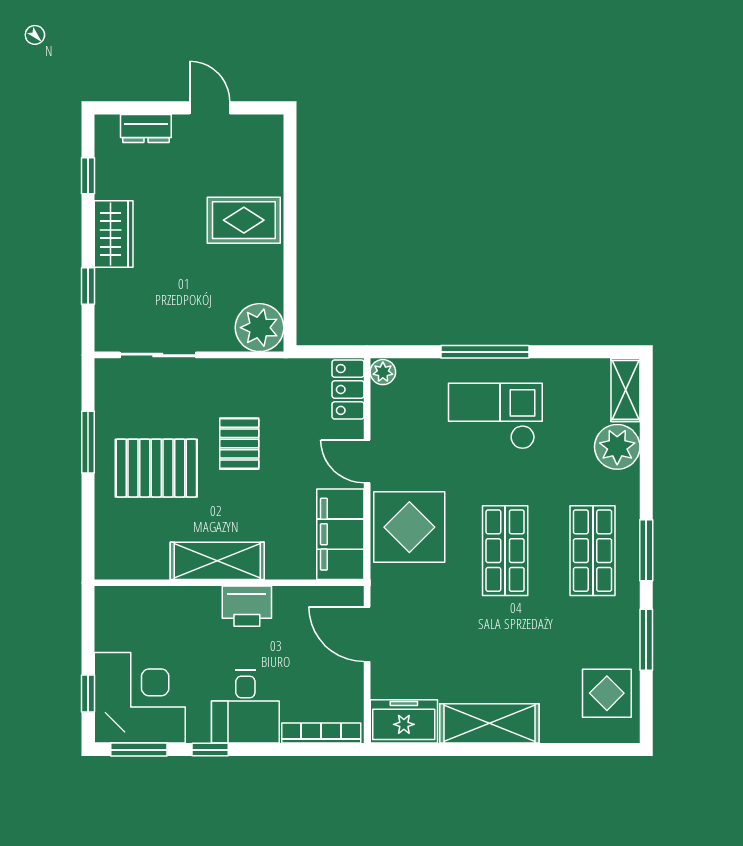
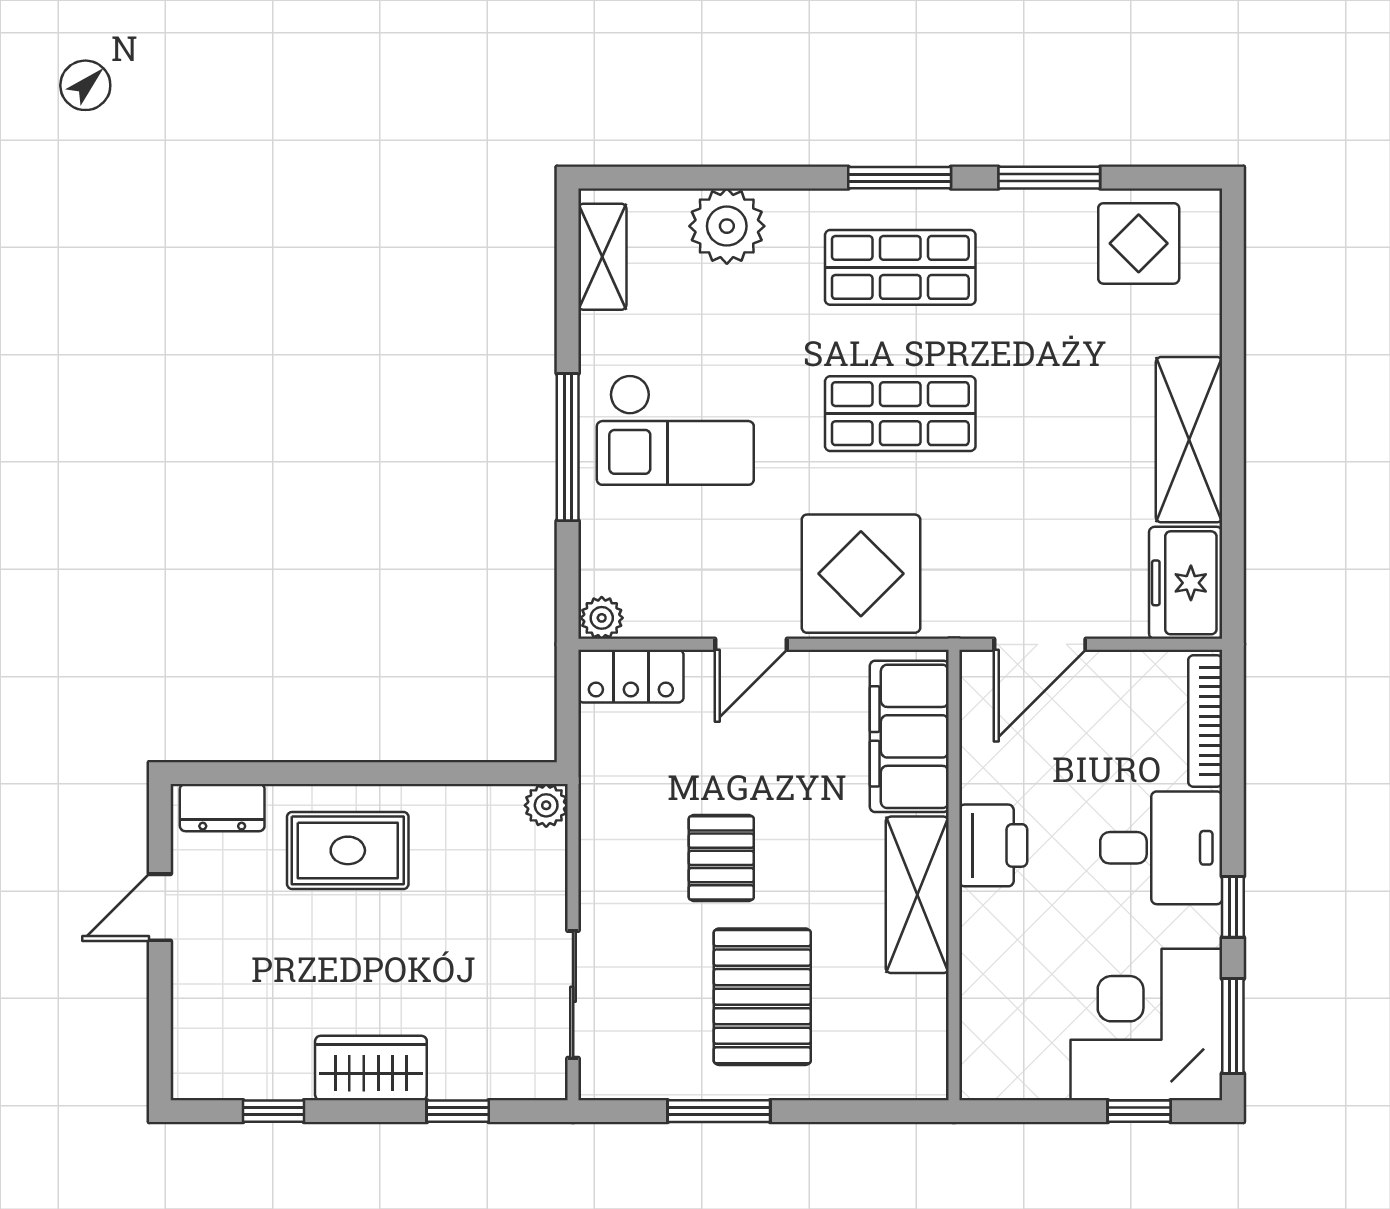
dresser: (146, 128) -> (222, 808), moved, turned 90
rug: (244, 220) -> (348, 850), turned 90
plant: (260, 328) -> (546, 805), width x0.53, depth x0.53
shelving: (625, 390) -> (602, 257), moved, turned 90
checkout: (495, 416) -> (675, 430), turned -90
pallet: (239, 444) -> (721, 858), turned 90
filing cabinet: (340, 534) -> (909, 736), moved, turned 90

